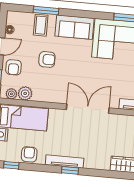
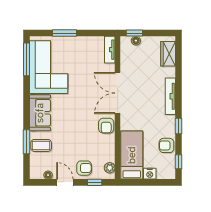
armchair: (47, 59) -> (106, 126), moved, turned 180
plant: (25, 93) -> (108, 155), removed
tv unit: (65, 162) -> (170, 96), moved
window: (70, 170) -> (178, 126), moved

